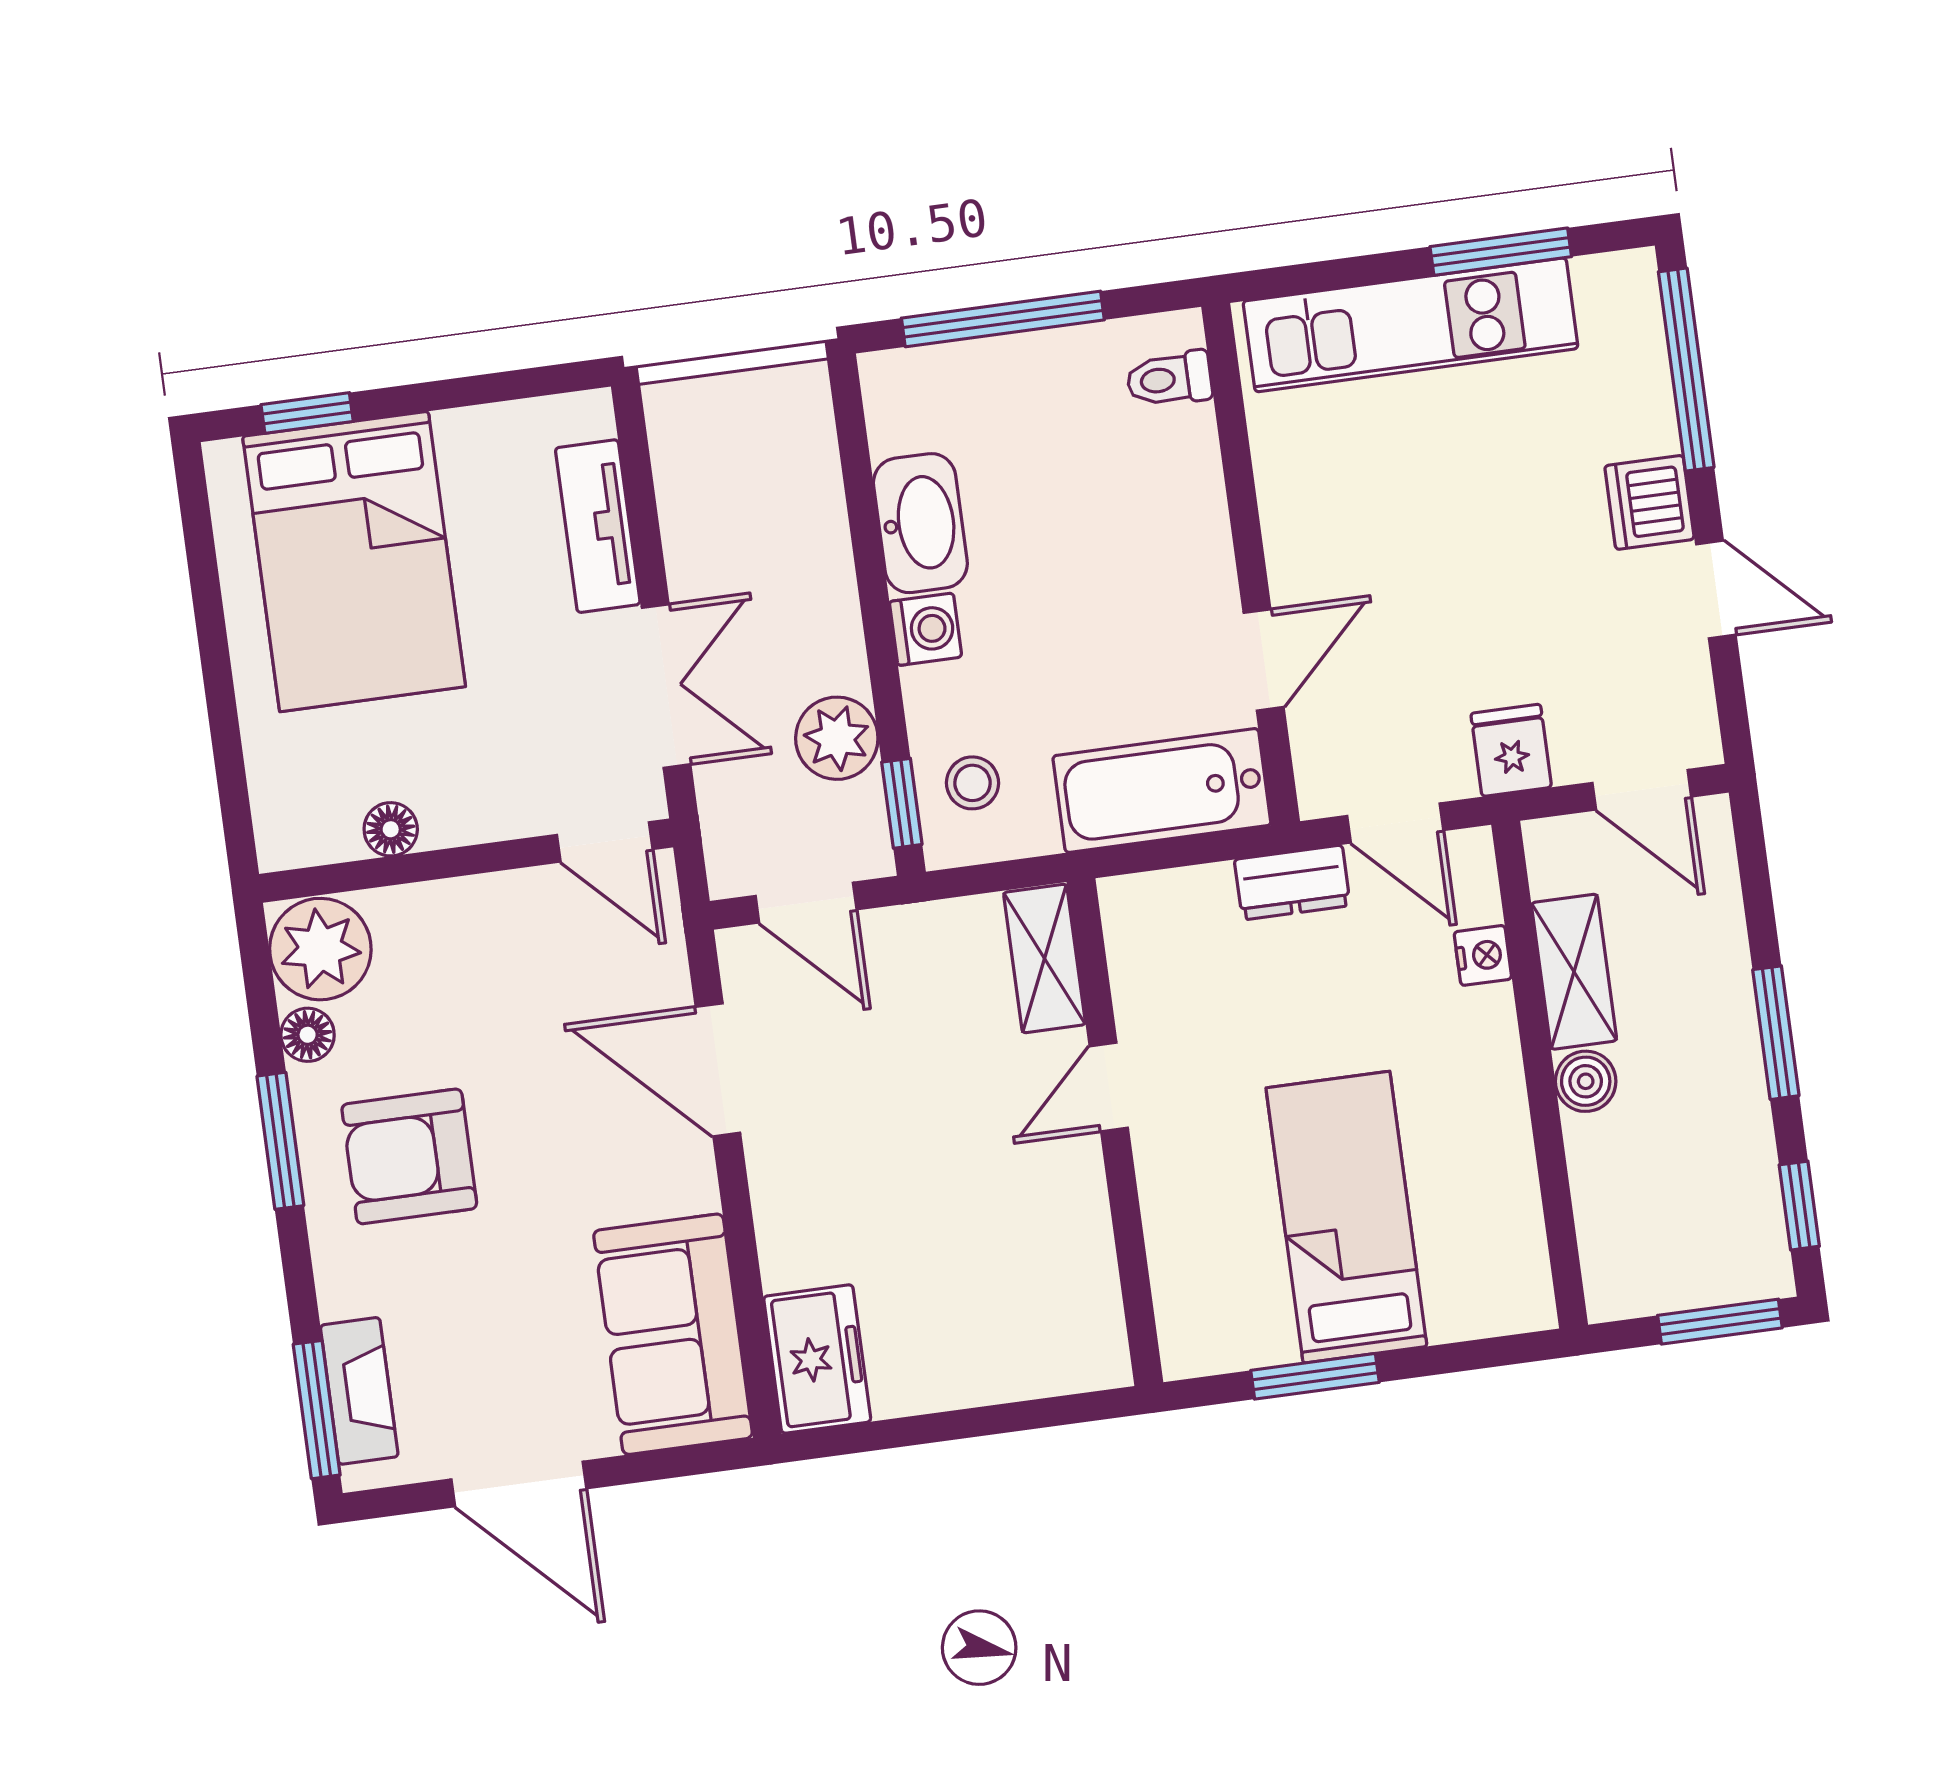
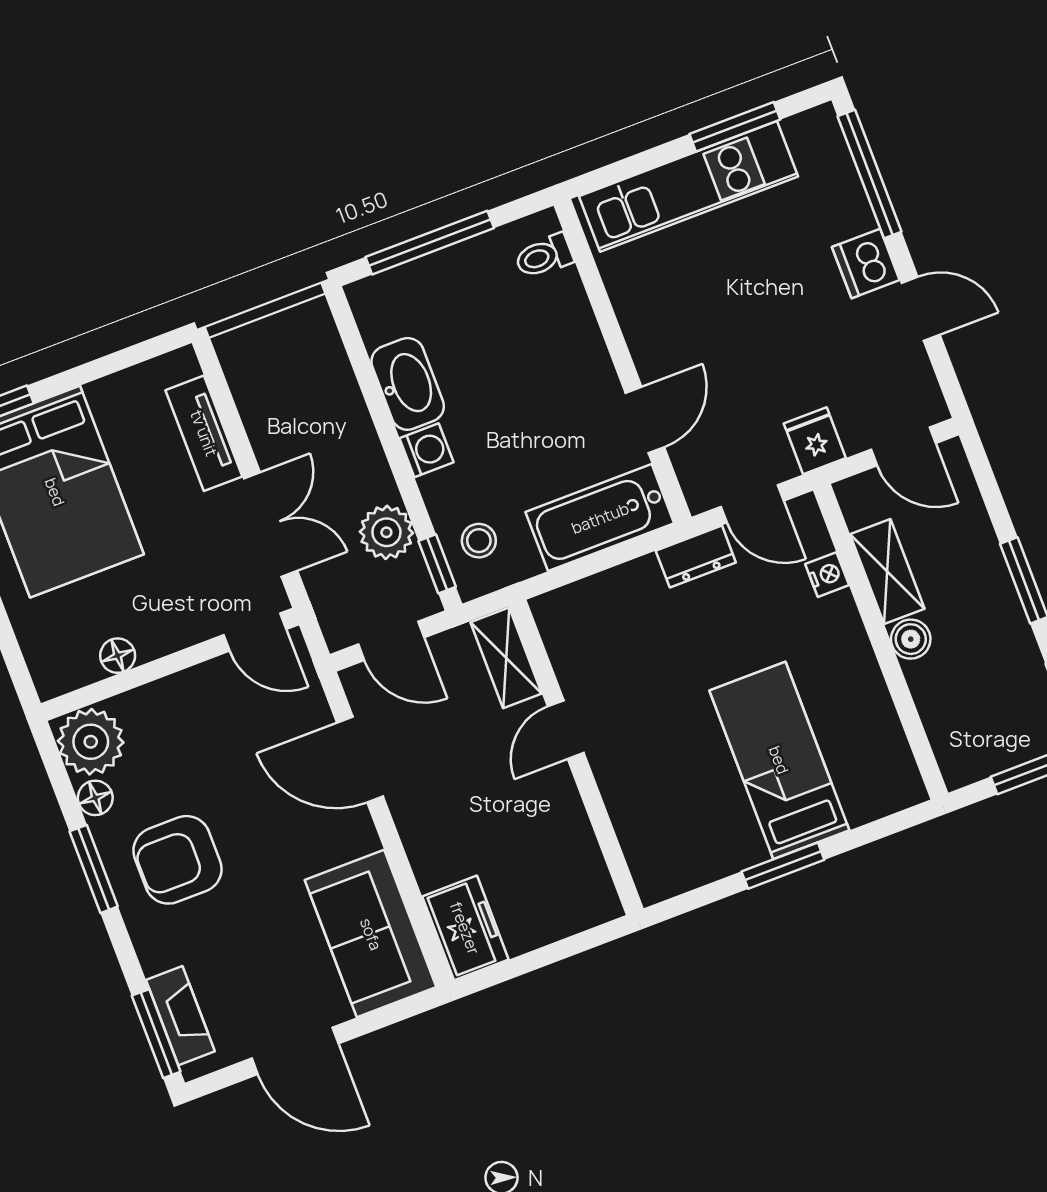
shelving: (1045, 958) -> (506, 658), moved
door: (1109, 1087) -> (566, 730), moved
wall: (1115, 1132) -> (576, 757), moved

